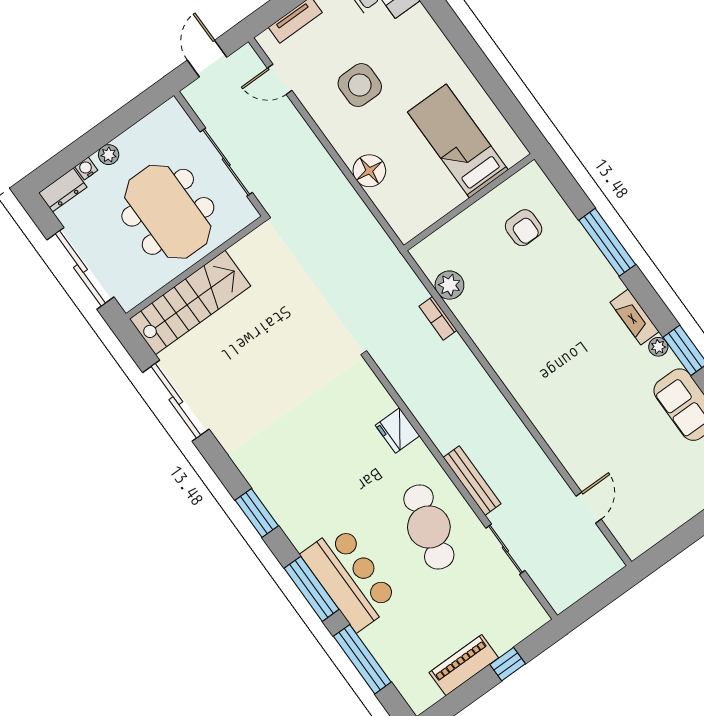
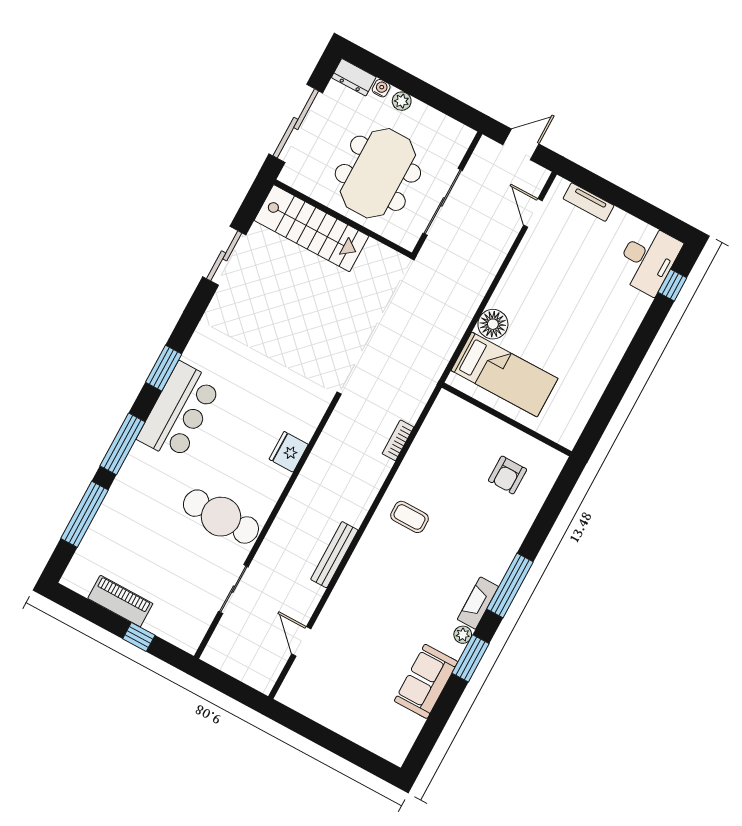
side table: (360, 85) -> (560, 282), removed
bed: (458, 141) -> (504, 375), moved, turned 90
window: (607, 242) -> (510, 585), moved
plant: (449, 285) -> (430, 437), removed
coffee table: (518, 343) -> (409, 517), added
sliding door: (176, 401) -> (224, 256), width x0.73
bench: (472, 481) -> (334, 555), moved
door: (589, 508) -> (301, 641), swing flipped
cafe table: (429, 527) -> (221, 517), turned 74
bar counter: (350, 578) -> (179, 411), moved

